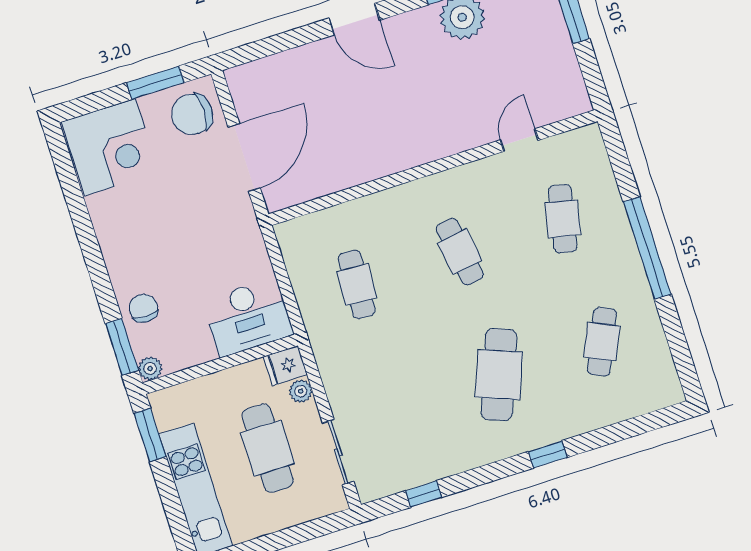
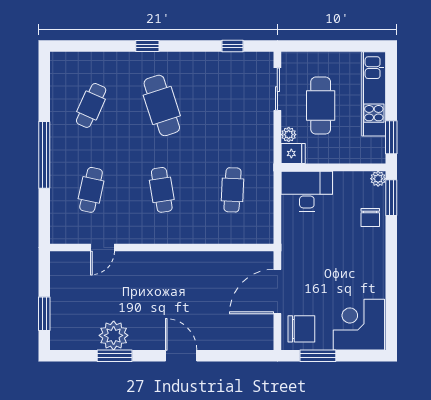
cafe table: (499, 375) -> (162, 105), turned -39

